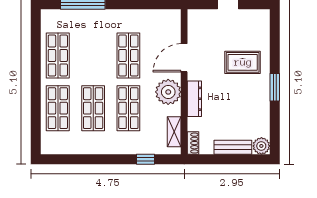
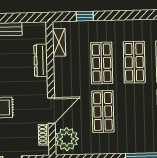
plant: (168, 92) -> (67, 139), moved
dresser: (194, 99) -> (41, 60), moved
shoe rack: (193, 143) -> (44, 135), moved

